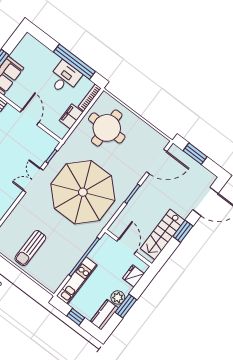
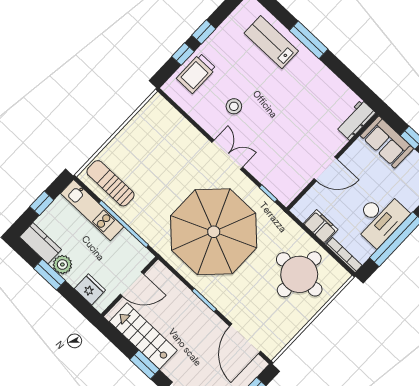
desk: (65, 78) -> (380, 218), width x1.37
double door: (33, 180) -> (227, 155), moved
sun lounger: (30, 248) -> (110, 183), moved

